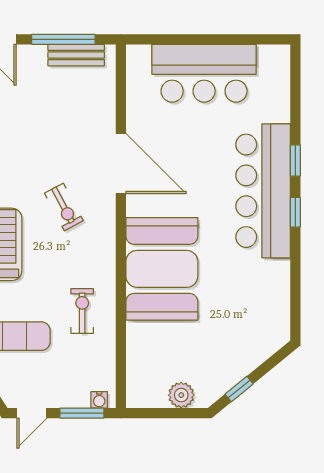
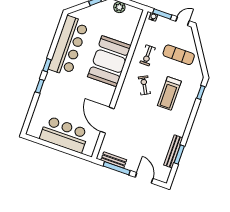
door: (121, 163) -> (107, 120), moved
bar counter: (263, 191) -> (69, 46), moved
exercise bike: (64, 207) -> (144, 85), moved

